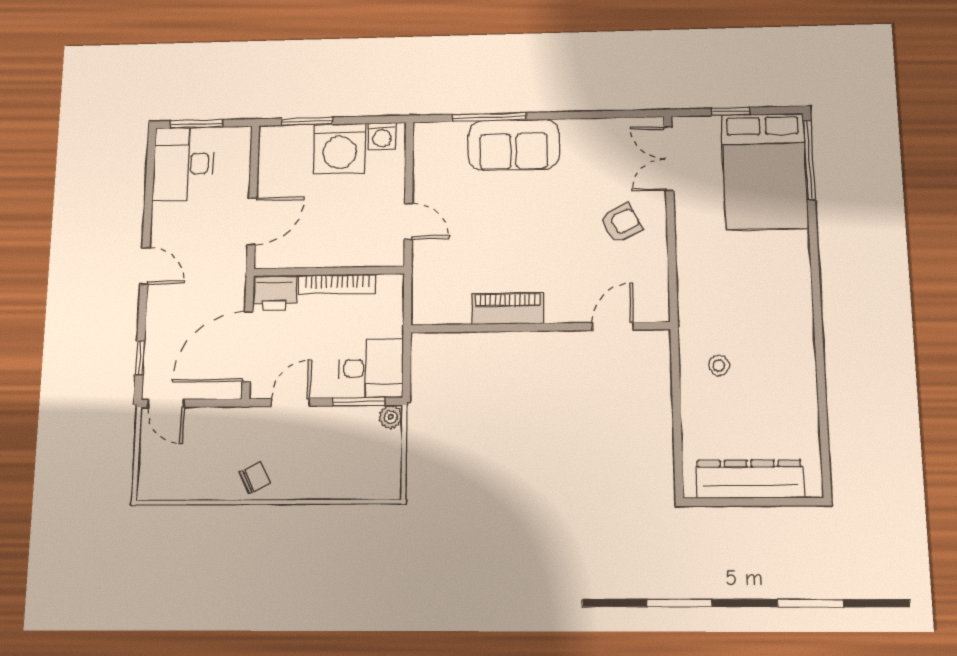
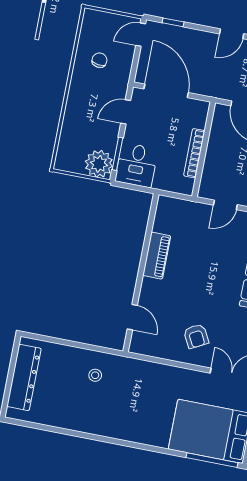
printer: (275, 293) -> (197, 113), removed
door: (291, 402) -> (126, 112), swing flipped
plant: (390, 417) -> (99, 164), width x1.88, depth x1.88
chair: (255, 478) -> (99, 60), moved, turned -147

